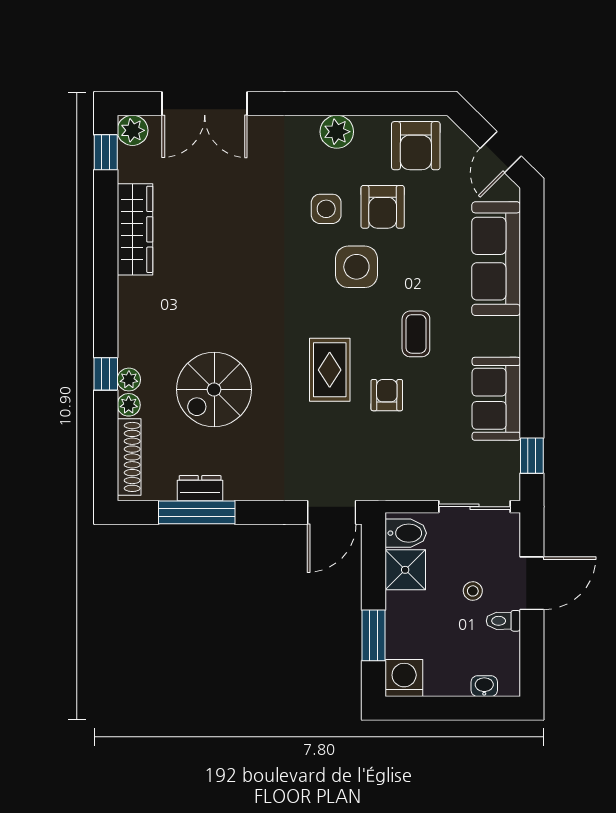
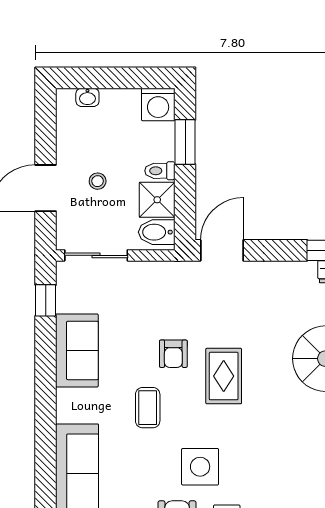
toilet: (503, 621) -> (160, 171), moved, turned 180

